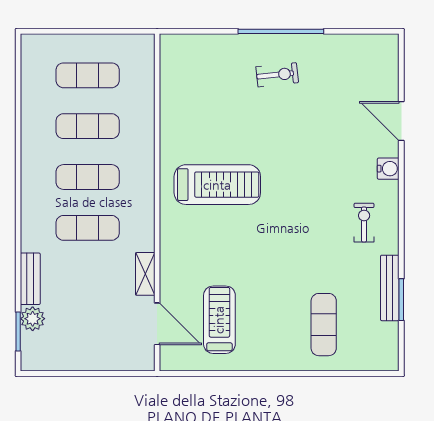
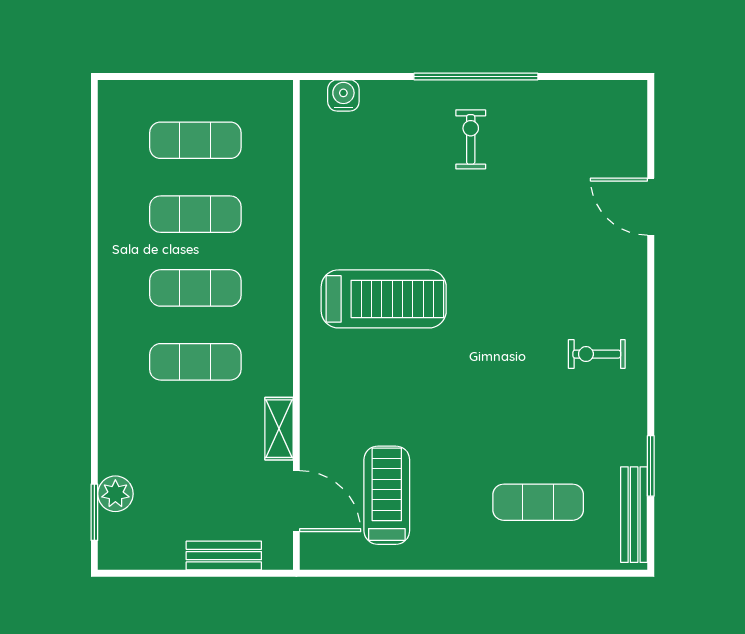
exercise bike: (277, 75) -> (471, 139), turned -84
water cooler: (388, 169) -> (343, 95), moved, turned -90
exercise bike: (364, 223) -> (597, 354), turned -90
bench: (30, 279) -> (224, 556), moved, turned 90
bench: (390, 288) -> (634, 515), moved
exercise mat: (324, 325) -> (538, 502), turned 90

